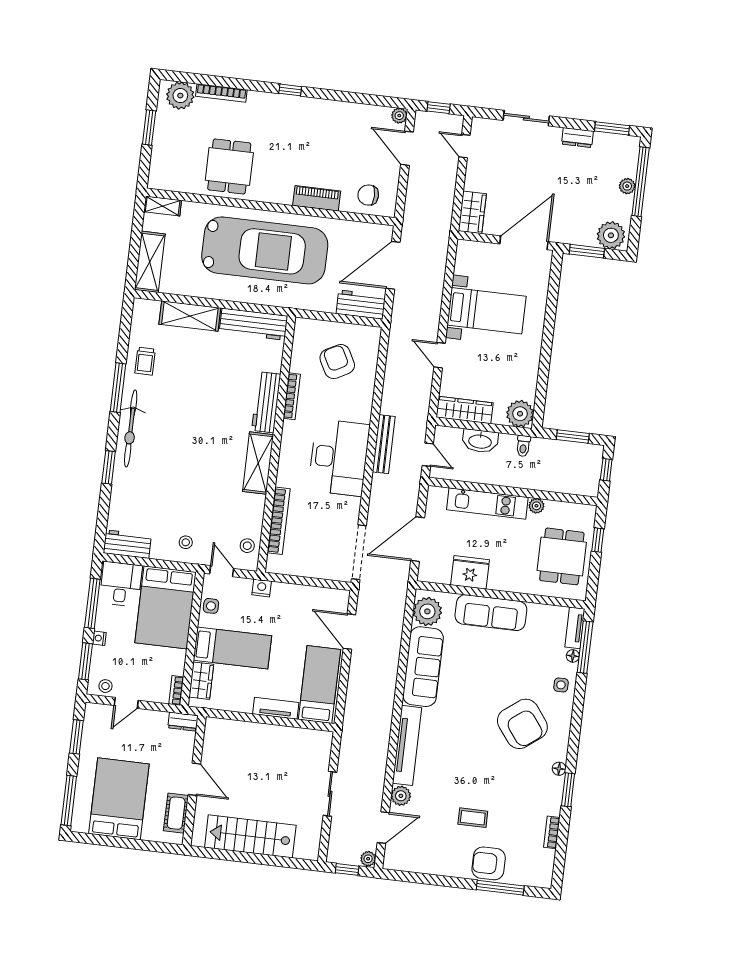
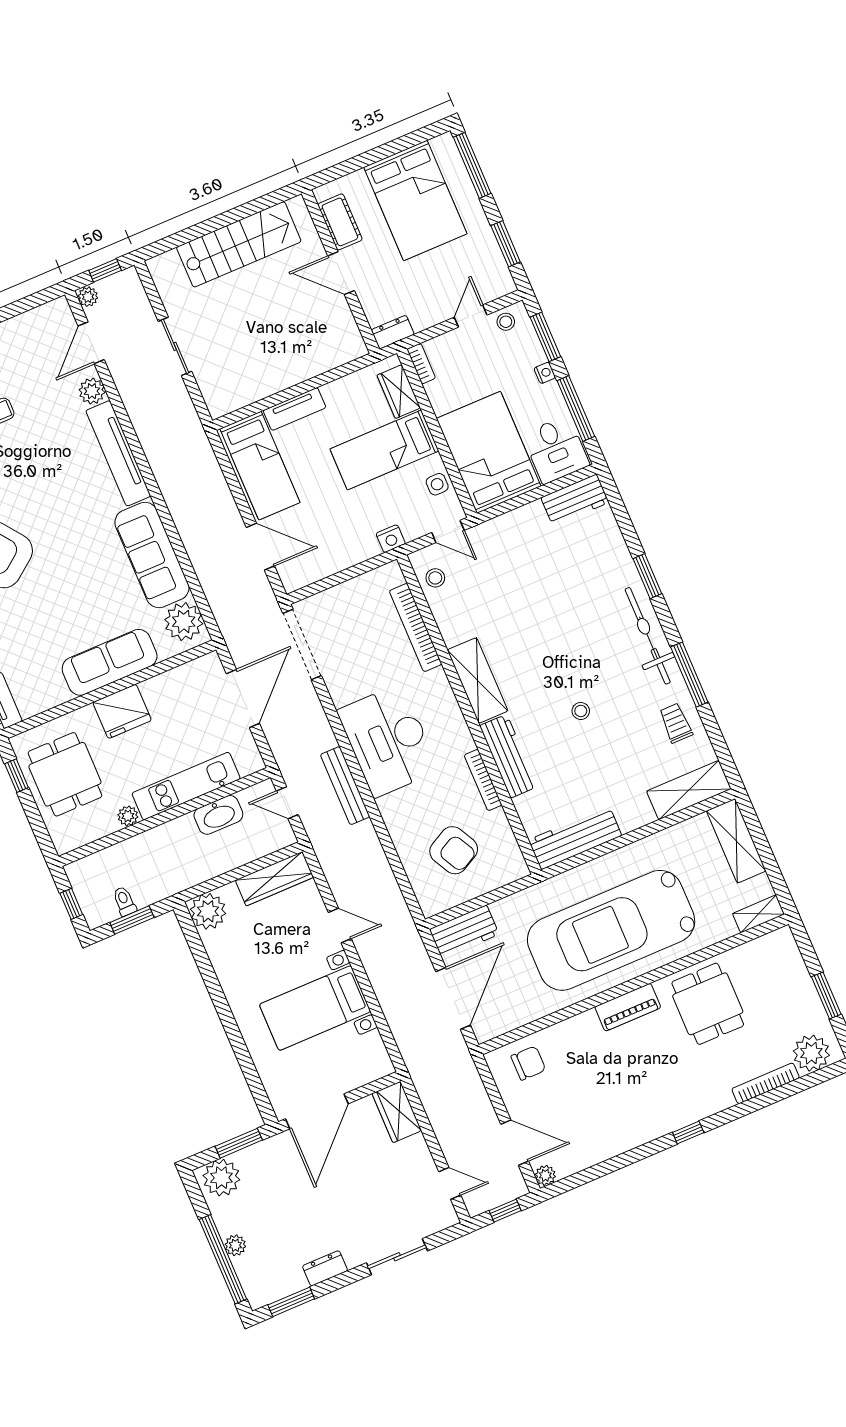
piano: (317, 198) -> (628, 1007), moved
shelving: (190, 316) -> (689, 790), moved
washbasin: (480, 441) -> (218, 815), moved, turned 180
toilet: (523, 446) -> (124, 901), moved
window: (598, 540) -> (17, 776), moved
stool: (186, 542) -> (581, 711), moved
fridge: (470, 572) -> (122, 711), moved

